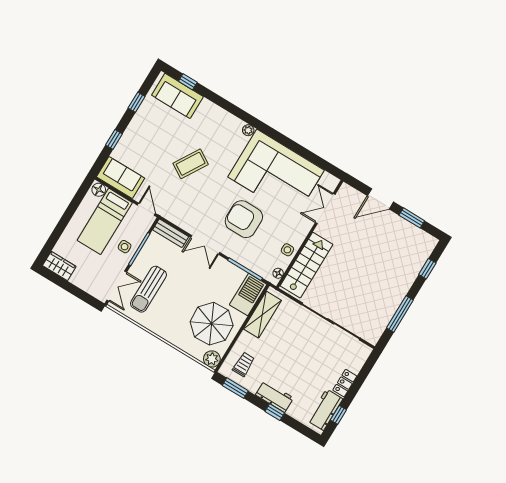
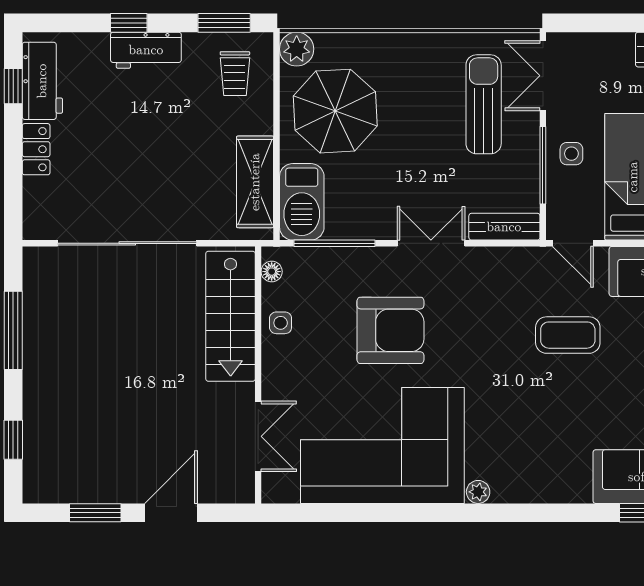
coffee table: (191, 164) -> (568, 335), moved, turned 59

